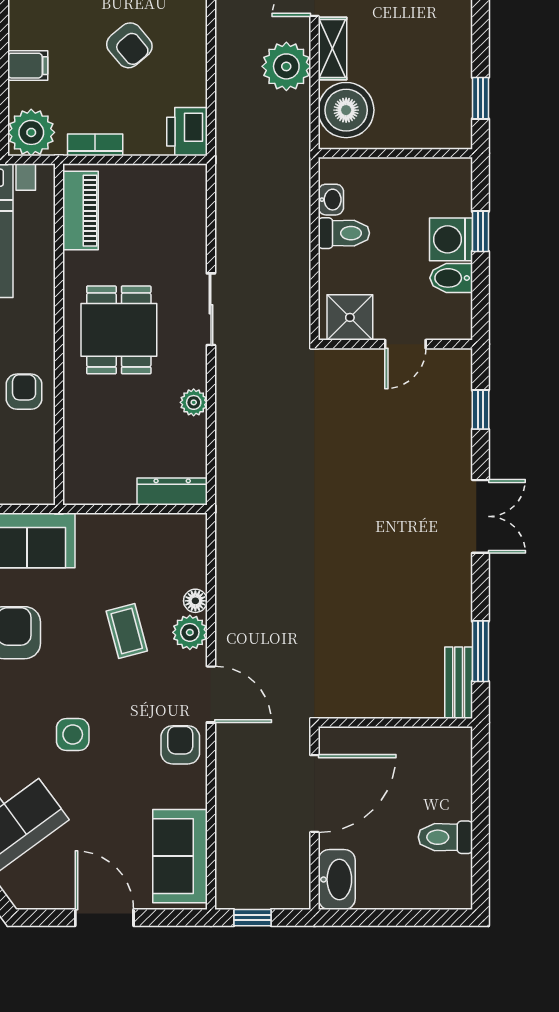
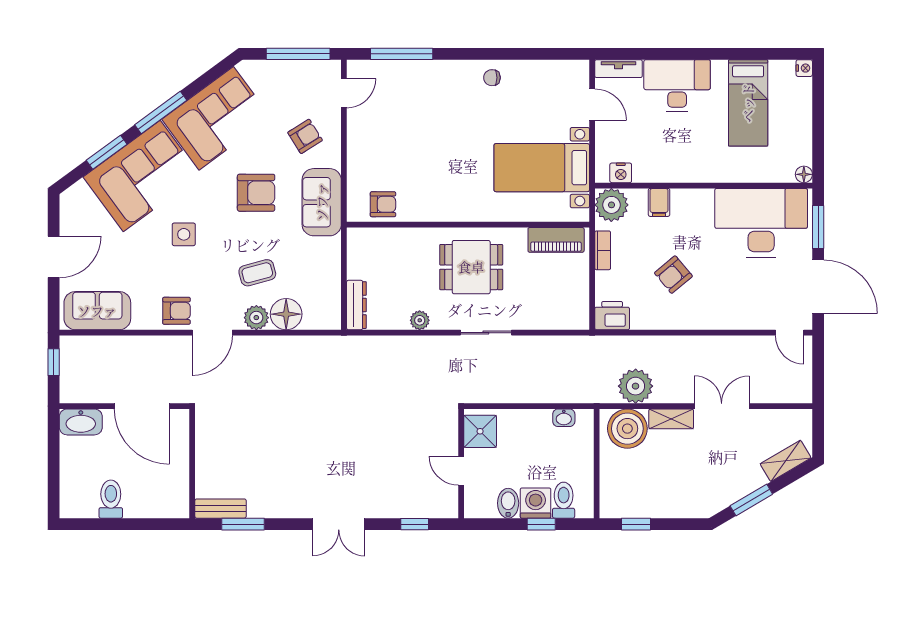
plant: (286, 66) -> (636, 386), moved
toilet: (344, 233) -> (564, 500), moved, turned 180
armchair: (24, 392) -> (383, 204), moved
floor lamp: (195, 601) -> (286, 314), width x1.89, depth x1.89

